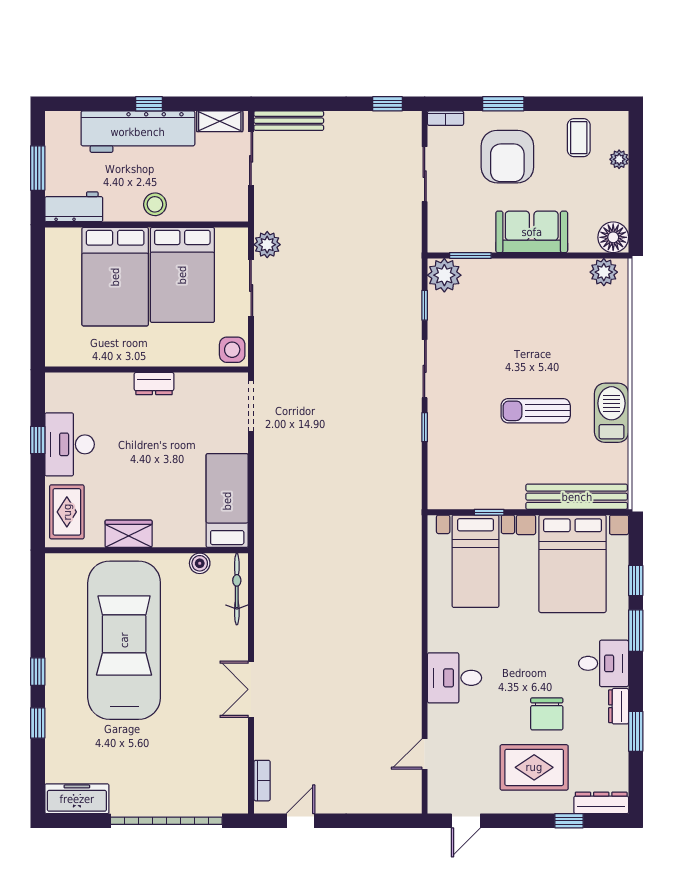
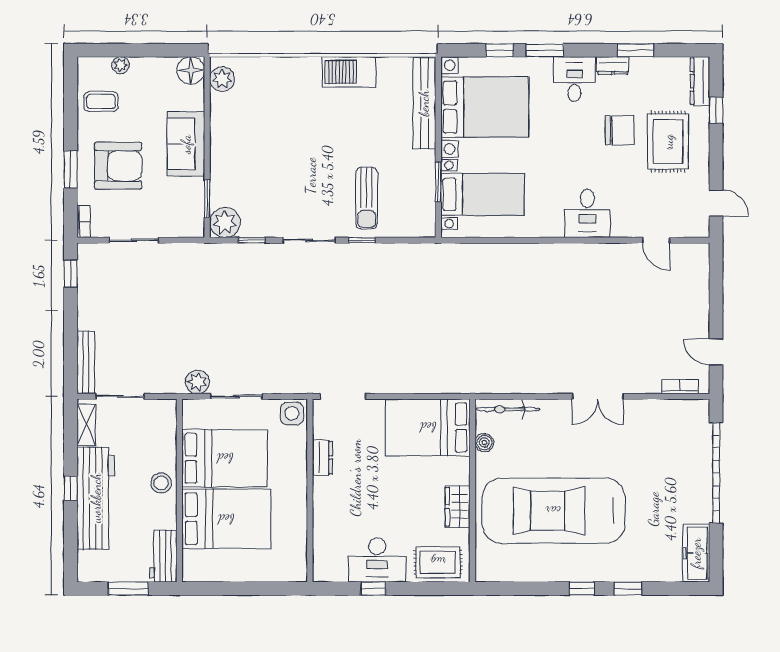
dresser: (154, 384) -> (322, 458), moved
sun lounger: (536, 411) -> (367, 198), moved
bed: (227, 501) -> (428, 427), width x1.50
window: (489, 512) -> (438, 182), width x1.50

